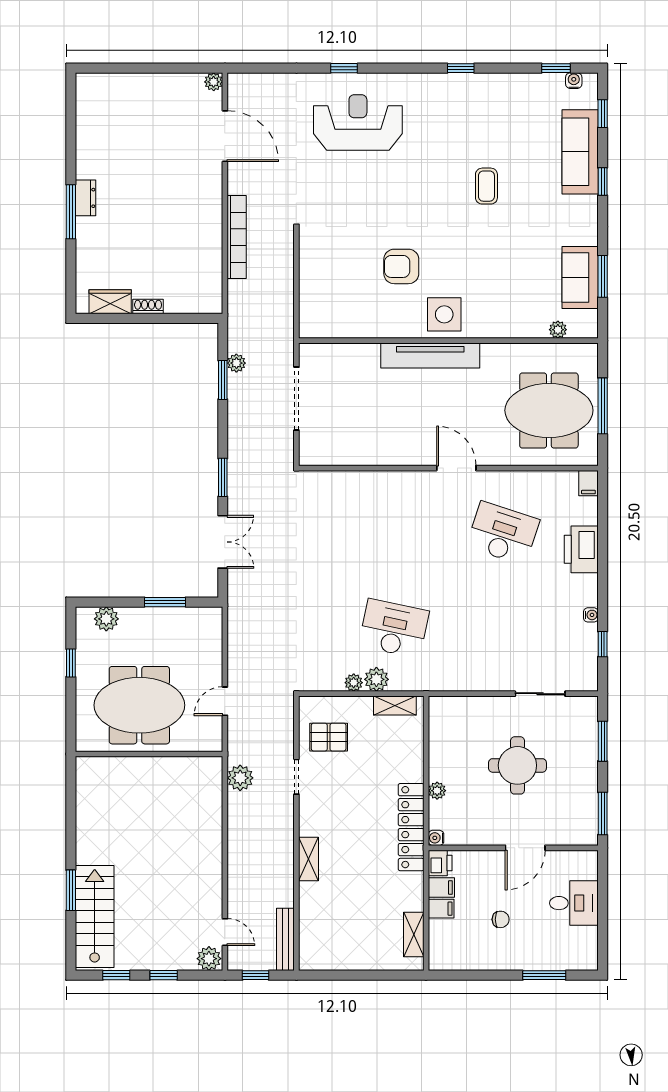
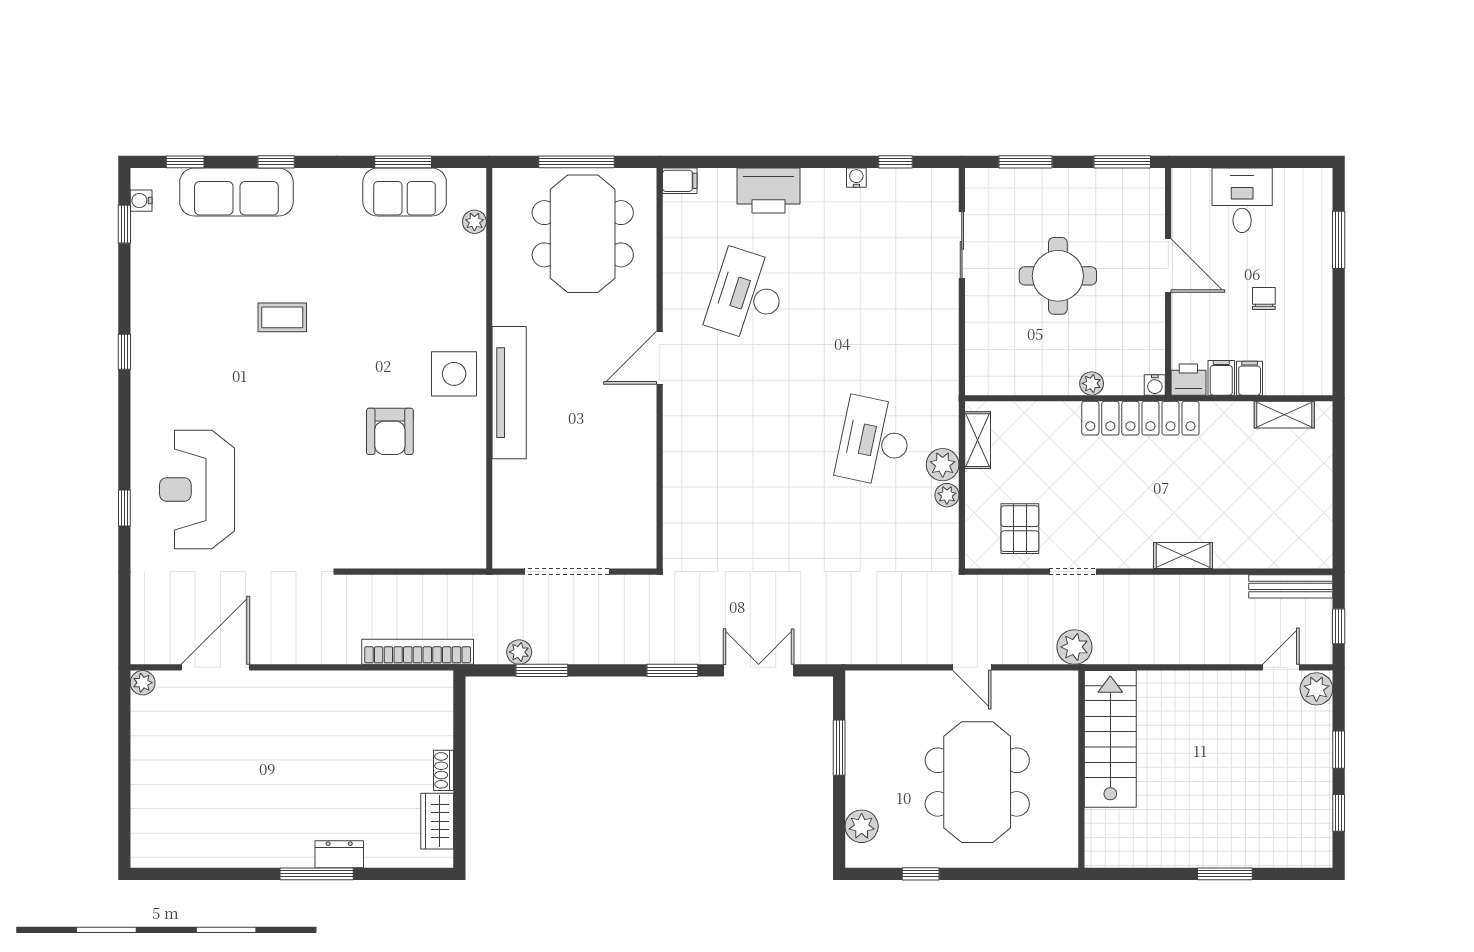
dresser: (85, 198) -> (339, 854), moved
bookcase: (237, 237) -> (418, 652), moved
wall: (149, 754) -> (1081, 769), moved
stairs: (95, 916) -> (1110, 739), moved, turned 90

